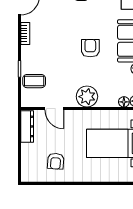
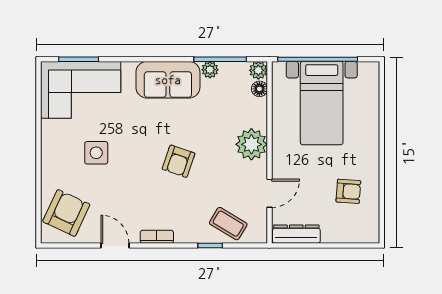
armchair: (90, 48) -> (179, 161), moved, turned -71
coffee table: (34, 81) -> (228, 224), turned -59

